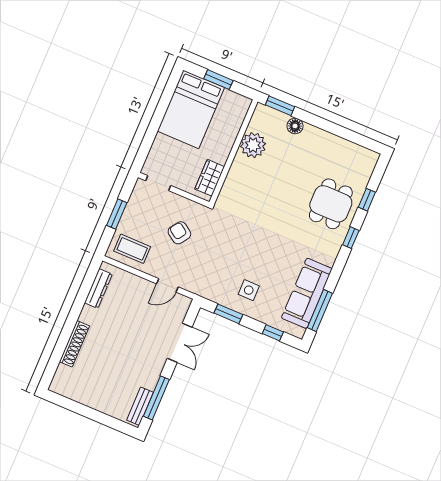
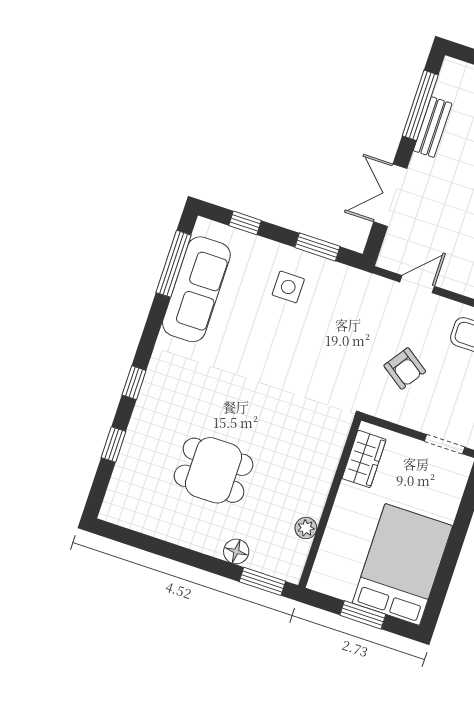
plant: (253, 145) -> (306, 528), width x0.53, depth x0.53
dining table: (331, 204) -> (213, 470), moved, turned 90
bench: (140, 406) -> (433, 127), moved

